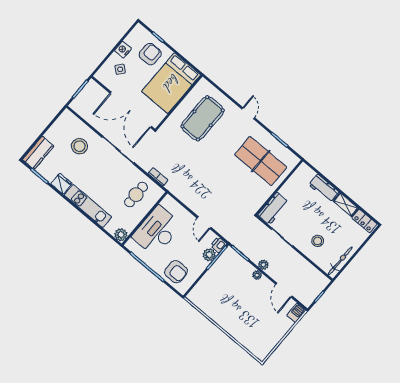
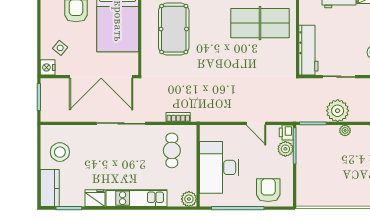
nightstand: (123, 50) -> (48, 67), moved
stool: (79, 146) -> (60, 152), moved
workbench: (273, 209) -> (308, 50), width x1.38
plant: (263, 265) -> (338, 111), width x1.88, depth x1.88
armchair: (176, 272) -> (268, 190), turned -90

